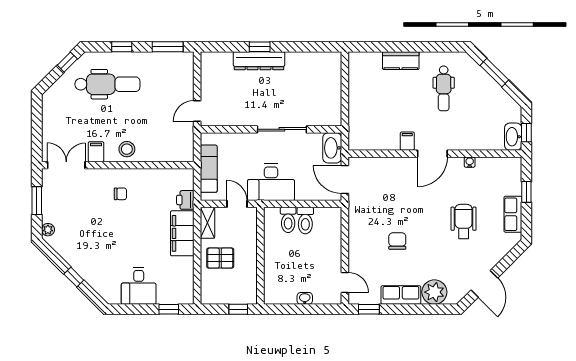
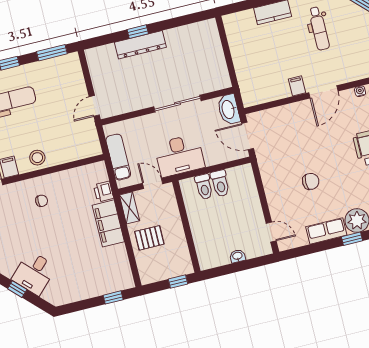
chair: (397, 241) -> (311, 181), turned 90
desk: (139, 286) -> (34, 273), moved, turned 45
window: (369, 309) -> (352, 239), moved

